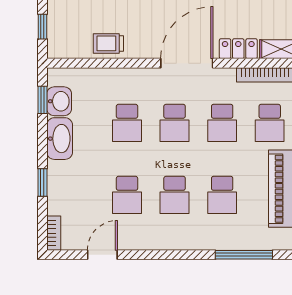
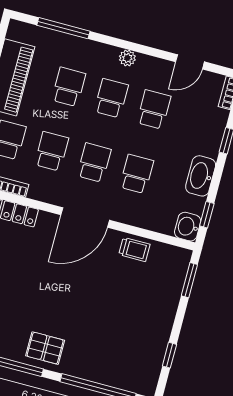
window: (42, 27) -> (189, 280), width x1.50
door: (187, 63) -> (85, 217), moved
washbasin: (59, 101) -> (188, 227), moved
plant: (169, 241) -> (127, 58), added

